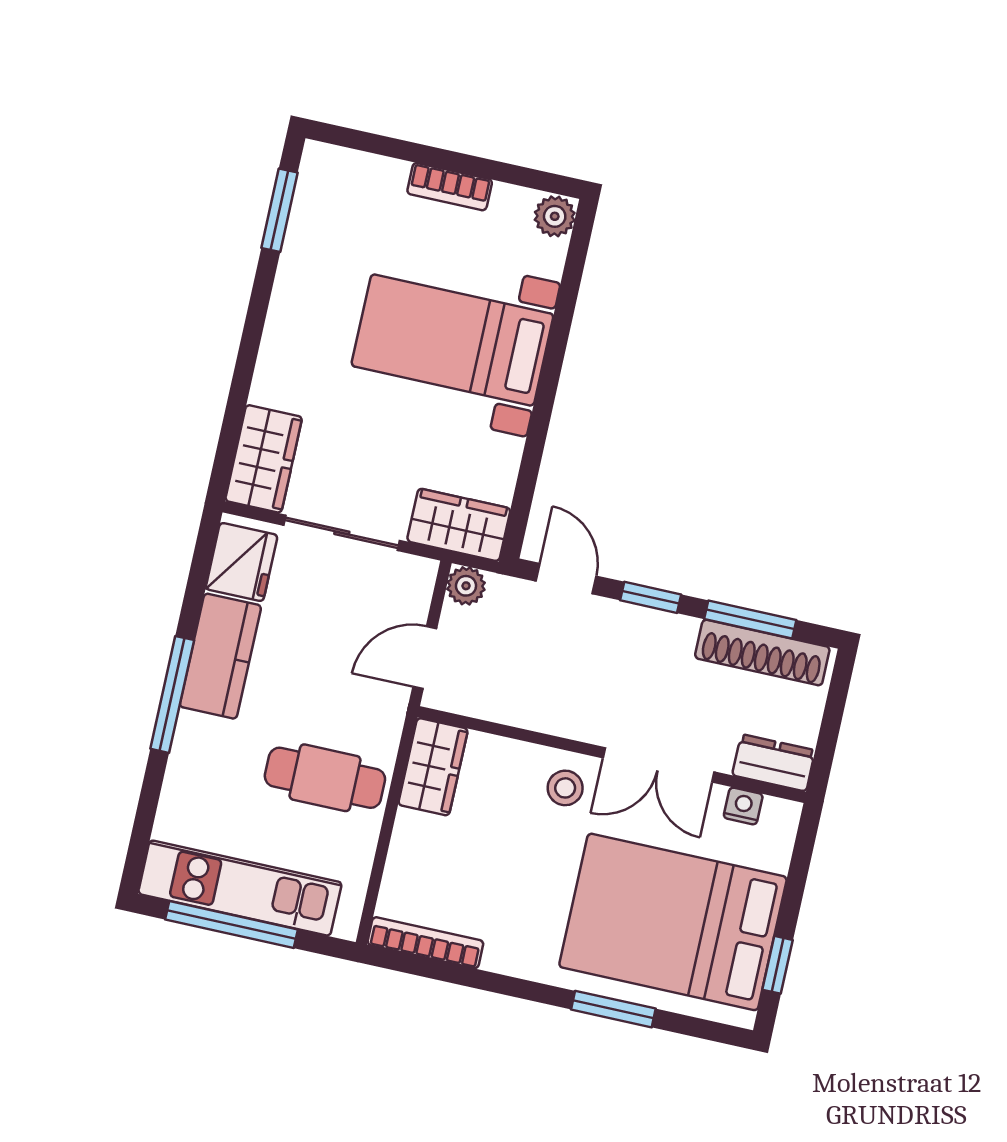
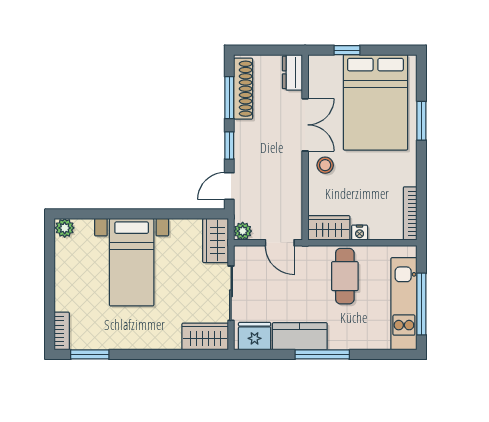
bookcase: (450, 187) -> (62, 331), moved
nightstand: (743, 806) -> (360, 233), moved, turned -90
window: (778, 965) -> (347, 50), moved

